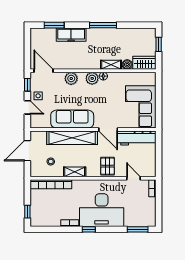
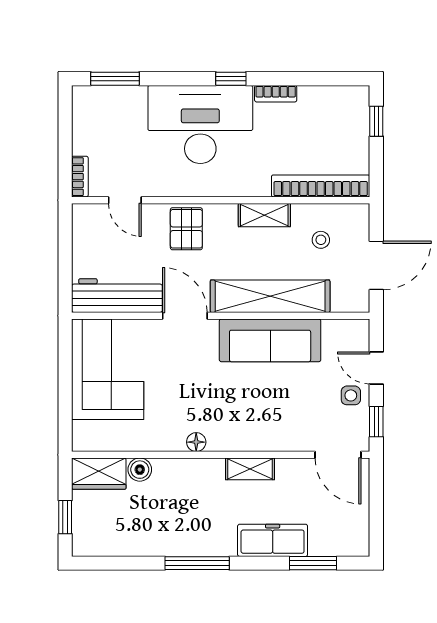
shelving: (111, 65) -> (250, 469), moved
plant: (71, 78) -> (272, 436), removed
plant: (92, 78) -> (223, 437), removed

